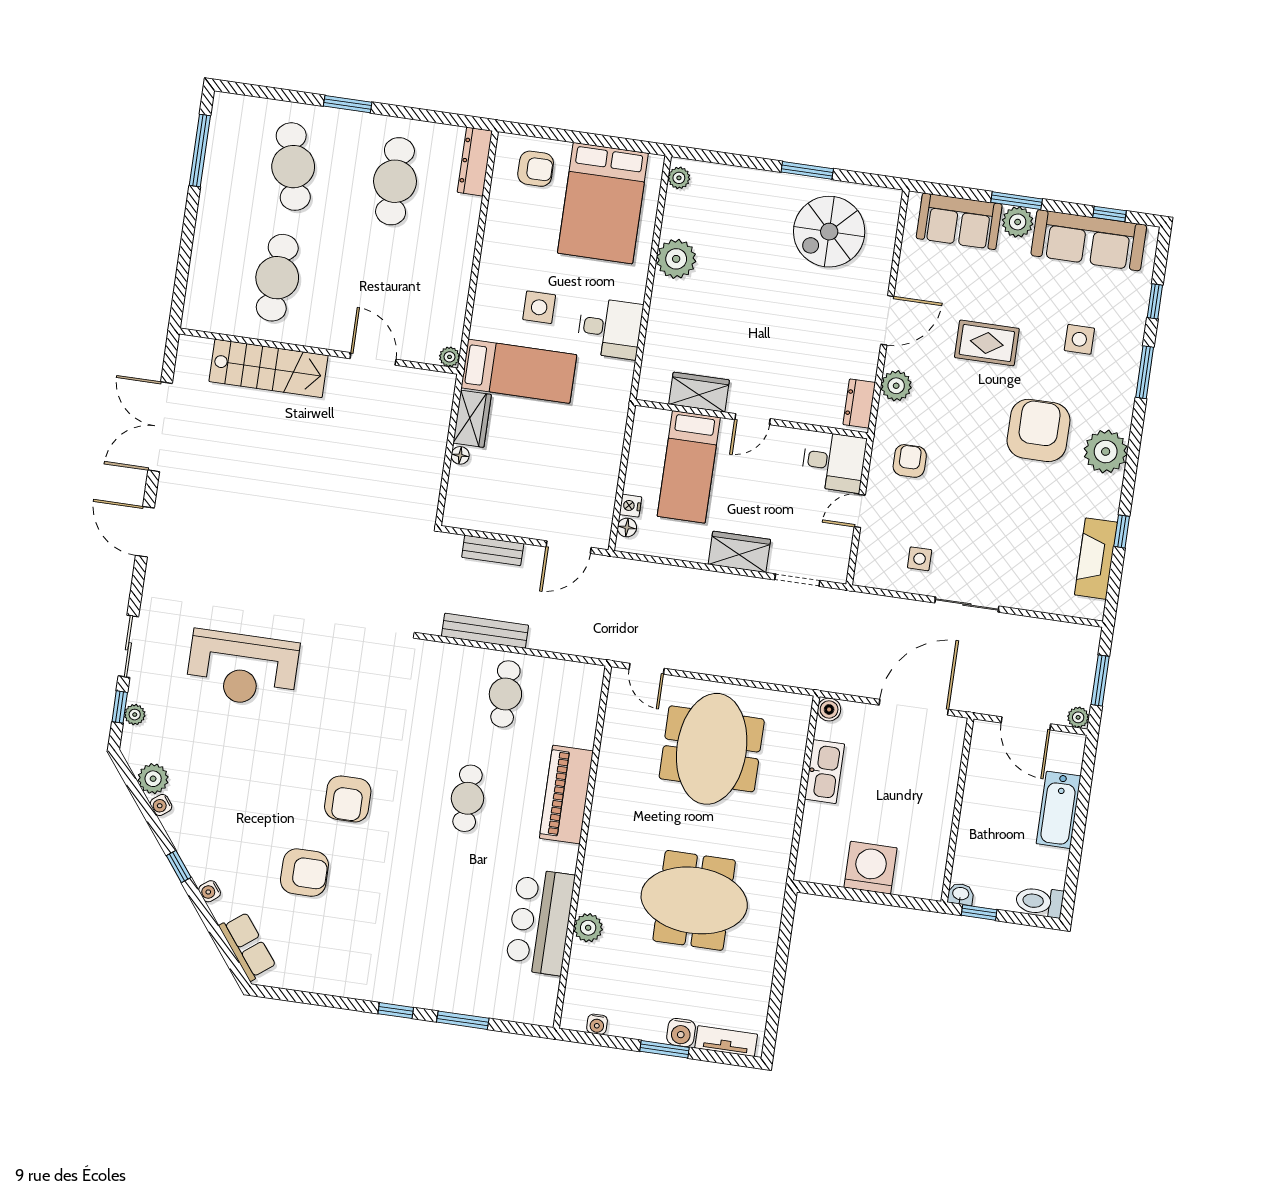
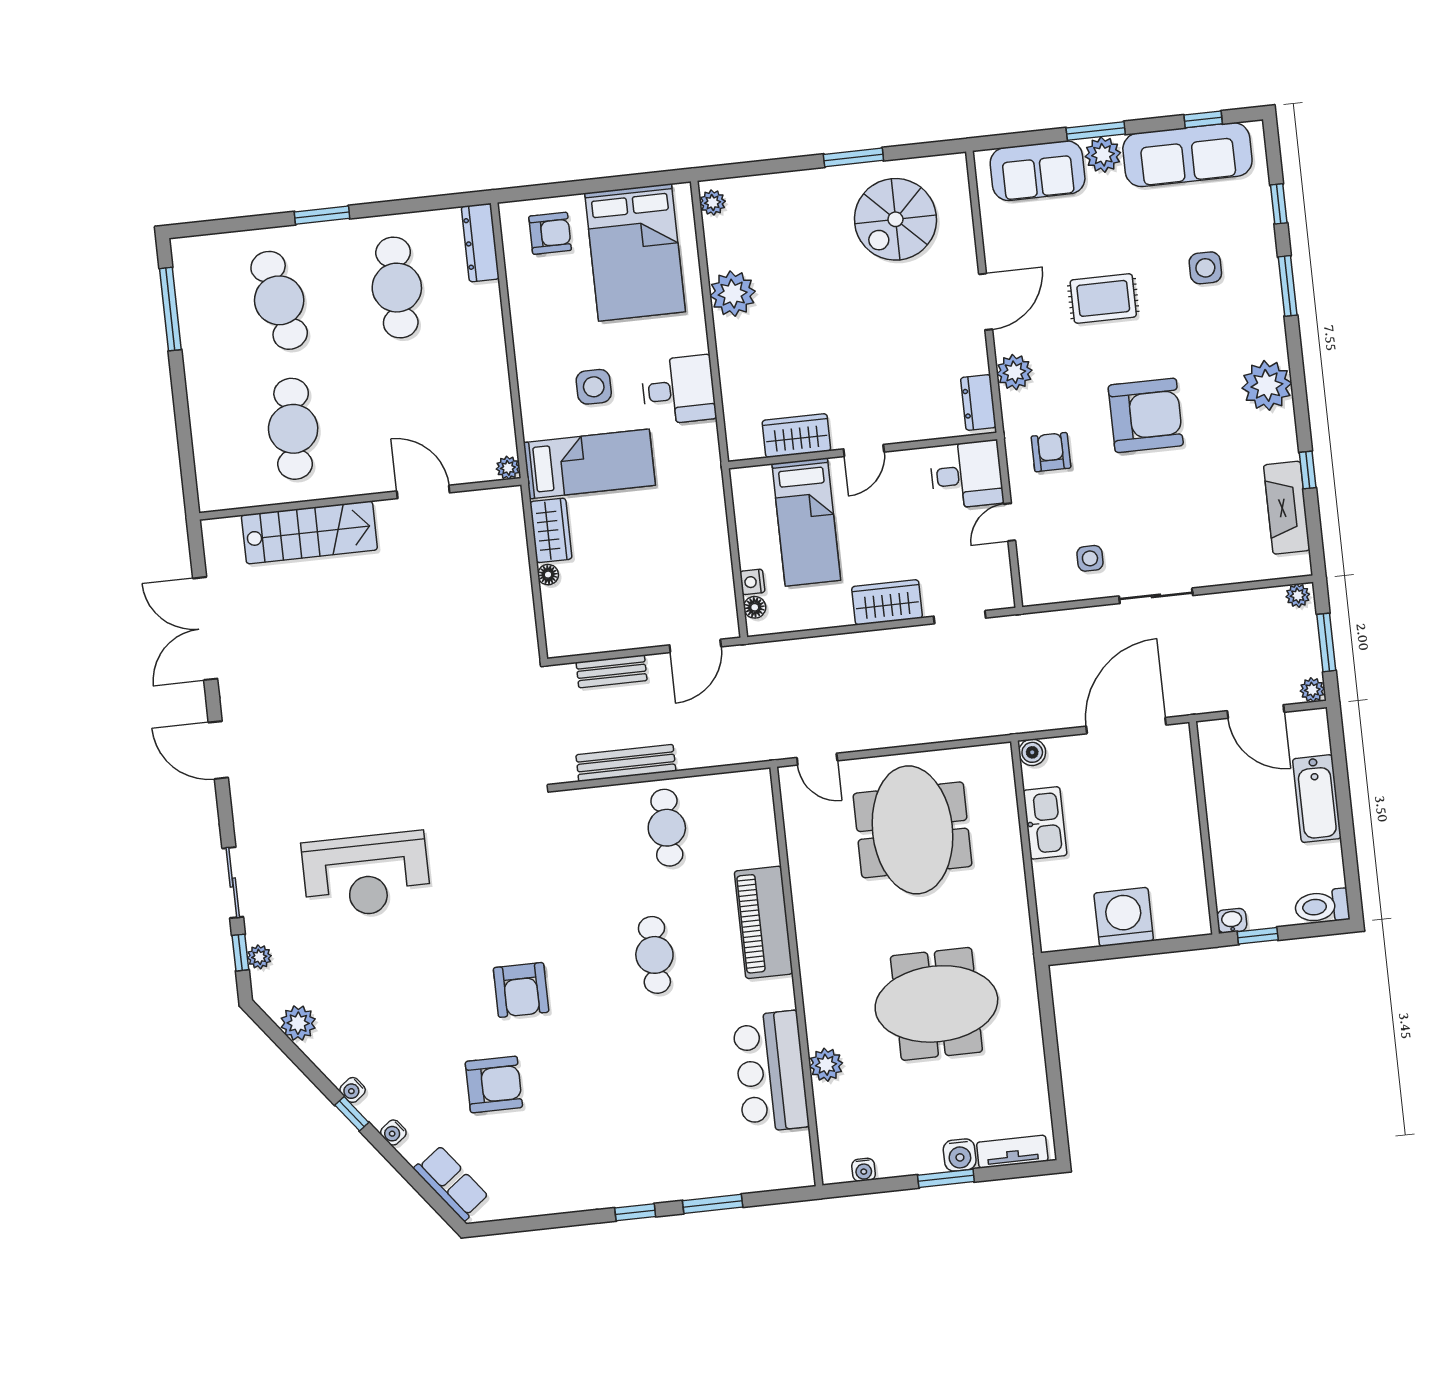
armchair: (1039, 430) -> (1146, 415), moved, turned 90
plant: (1086, 635) -> (1298, 596), added
water cooler: (161, 805) -> (353, 1090), moved

